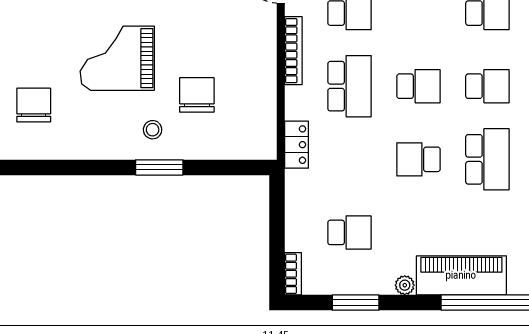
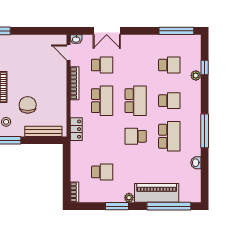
school desk: (418, 86) -> (136, 101), width x1.85
bench: (229, 149) -> (43, 131), added
window: (356, 303) -> (117, 206), moved

